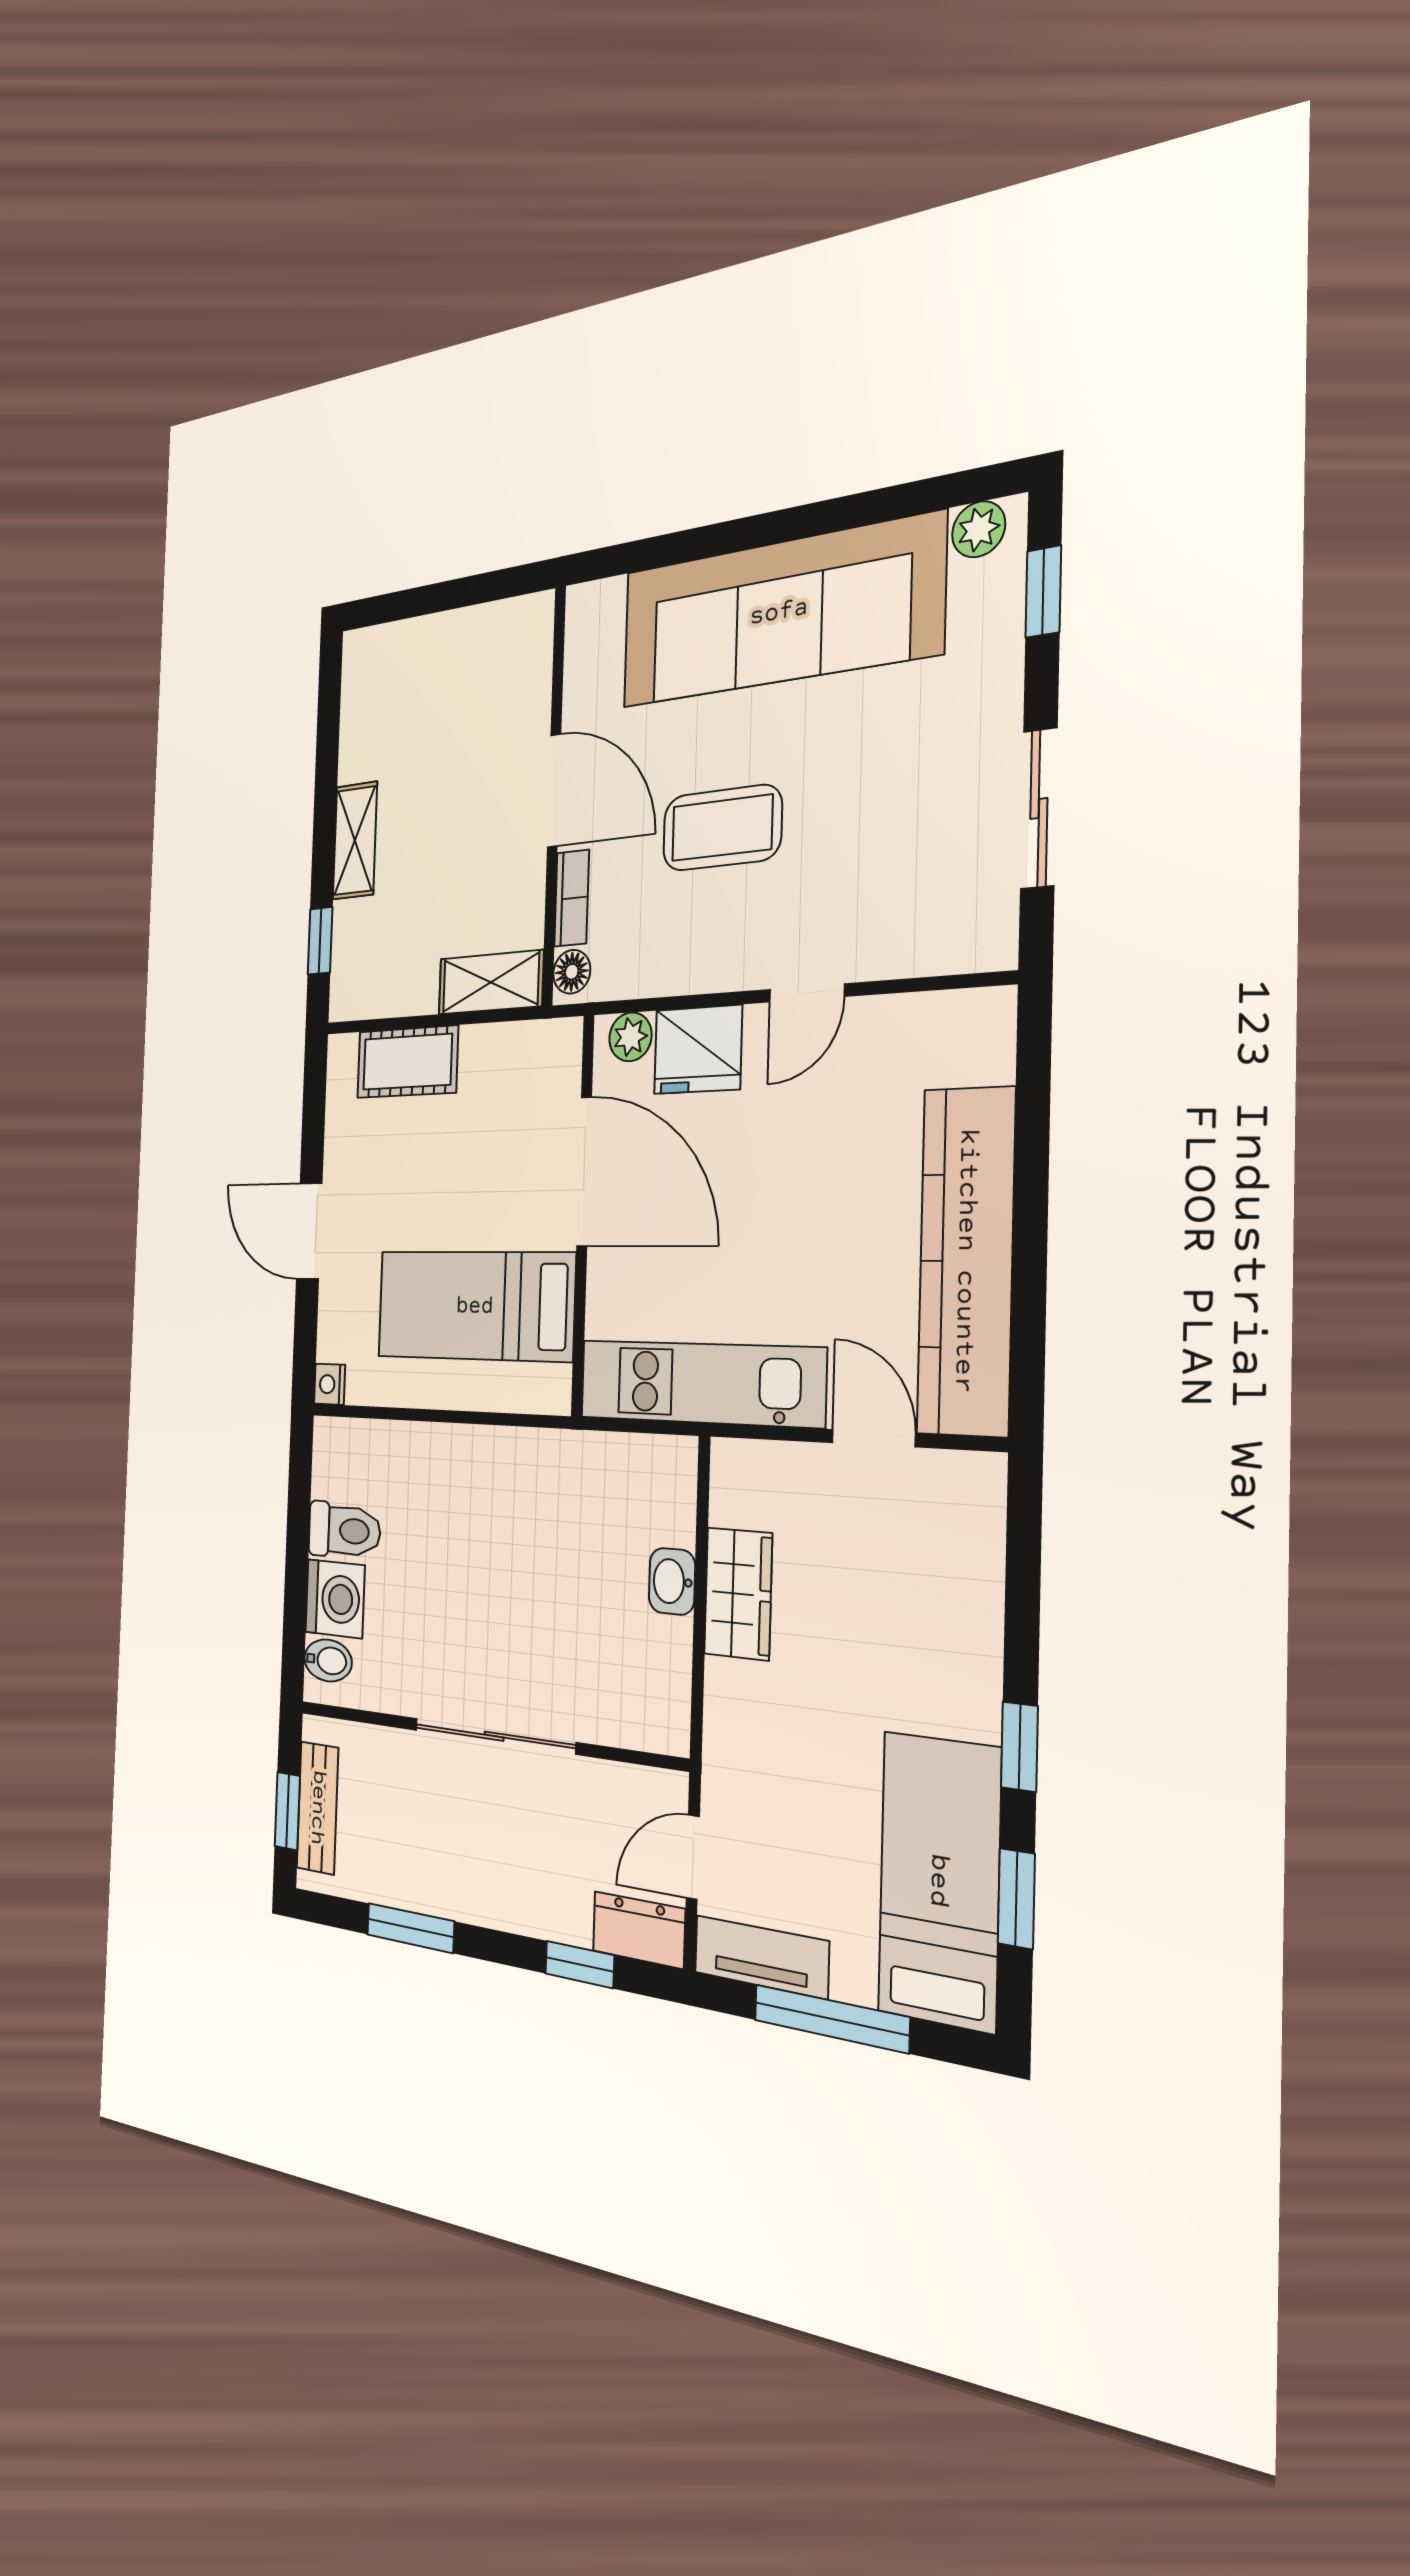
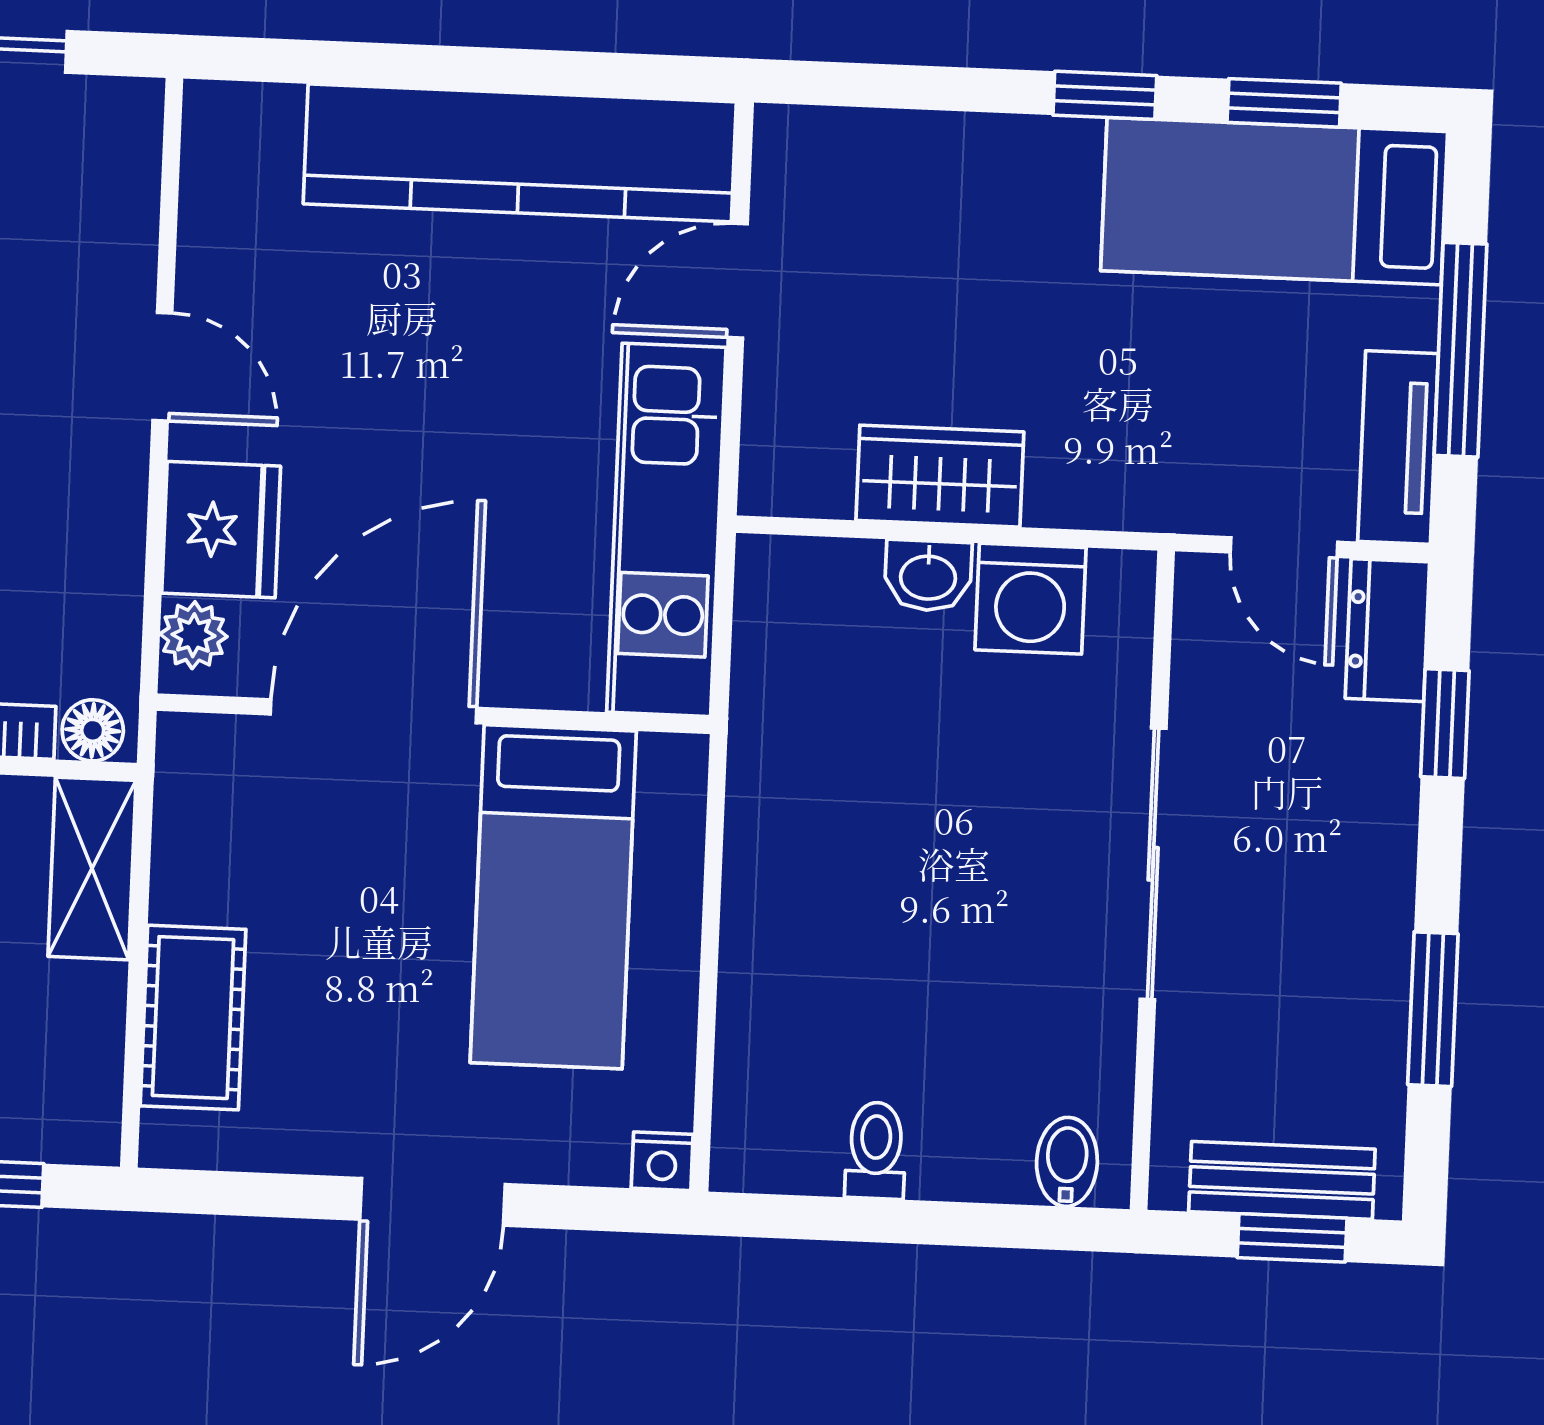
toilet: (344, 1530) -> (876, 1150), width x0.73, depth x0.72
washing machine: (335, 1599) -> (1030, 599), moved, turned 180

